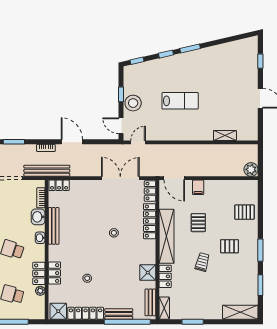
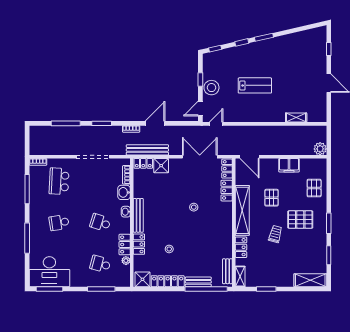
door: (121, 126) -> (200, 109), hinge flipped
door: (72, 142) -> (155, 123), hinge flipped
bench: (47, 171) -> (147, 150), moved
filing cabinet: (198, 187) -> (289, 165), moved, width x2.00
pallet: (244, 212) -> (314, 188), turned 90
locker: (150, 221) -> (227, 191), width x0.66
bench: (54, 226) -> (138, 215), moved
pallet: (229, 246) -> (300, 220), width x1.50, depth x1.42
shower: (148, 273) -> (161, 166), moved

